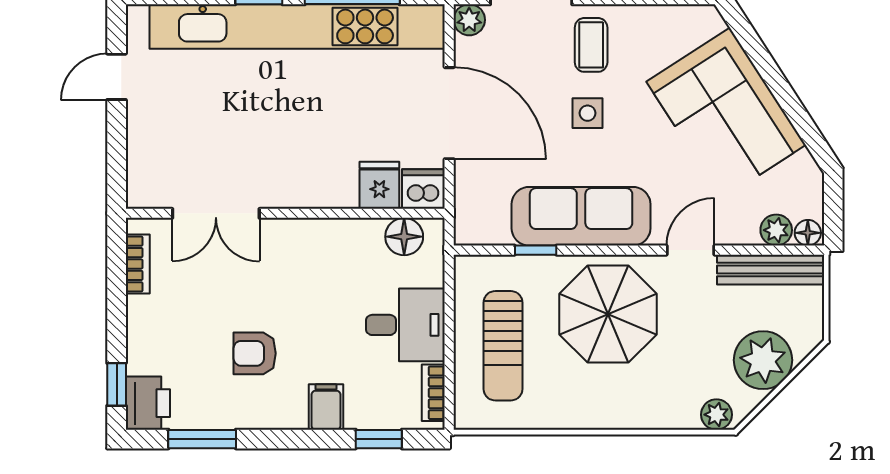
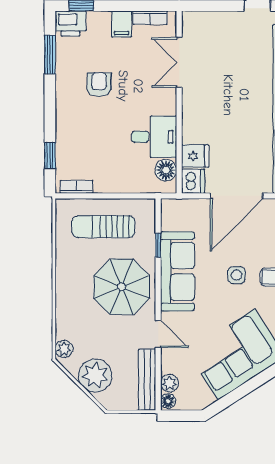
desk: (405, 325) -> (154, 137), moved, turned -90
filing cabinet: (326, 407) -> (122, 24), moved, turned 90

